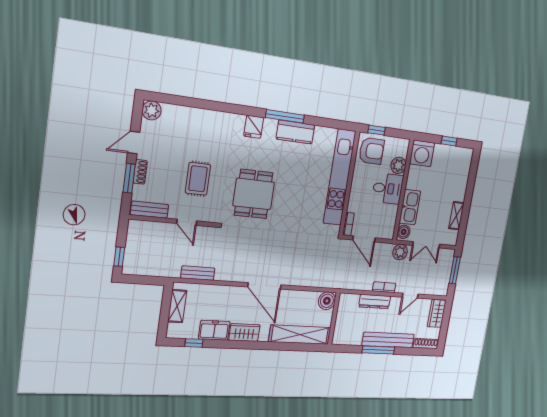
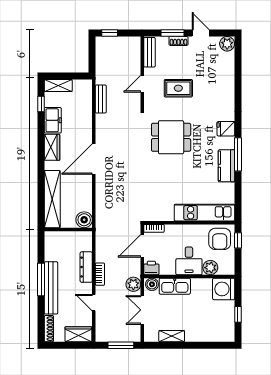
kitchen unit: (340, 177) -> (204, 213), width x0.73
printer: (388, 231) -> (151, 268), added
shelving: (177, 306) -> (58, 86), moved

